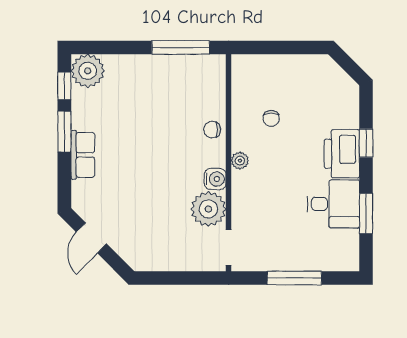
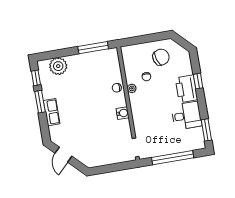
plant: (88, 71) -> (58, 66), moved
chair: (304, 87) -> (161, 57), added
plant: (240, 161) -> (132, 88), moved
plant: (208, 209) -> (122, 129), removed
window: (366, 214) -> (206, 130), moved
window: (294, 278) -> (173, 158), width x1.46

